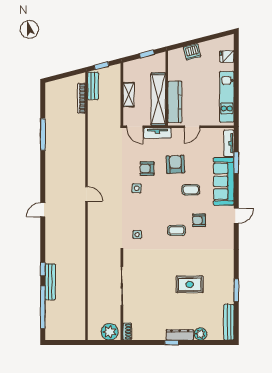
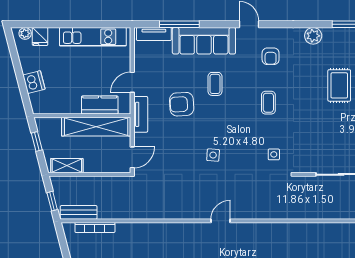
plant: (229, 45) -> (25, 33), added
shelving: (129, 95) -> (67, 166), moved
kitchen counter: (175, 102) -> (100, 105), width x0.67
door: (192, 127) -> (132, 82), swing flipped
tv unit: (157, 133) -> (141, 114), moved
window: (236, 163) -> (179, 24), width x1.44
armchair: (147, 169) -> (187, 141), removed
armchair: (199, 220) -> (271, 56), moved
plant: (227, 264) -> (313, 36), added

